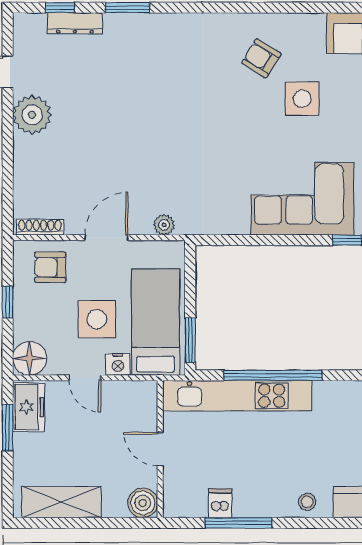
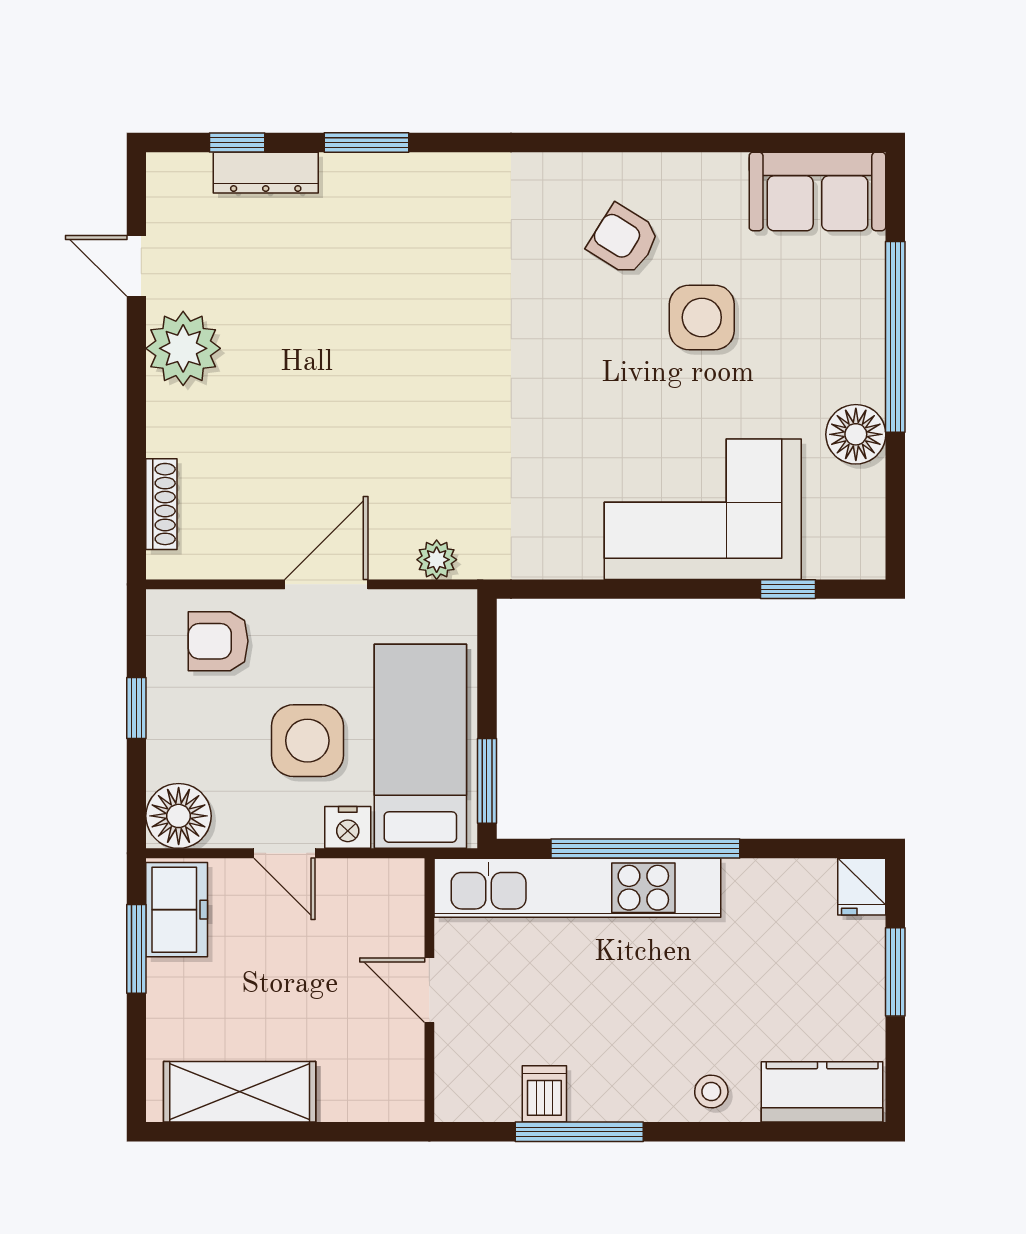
shoe rack: (40, 227) -> (161, 504), moved, turned 90
boiler: (143, 503) -> (396, 1094), removed

